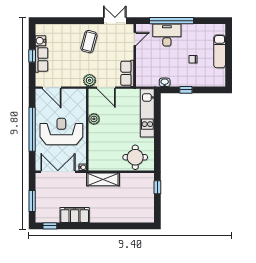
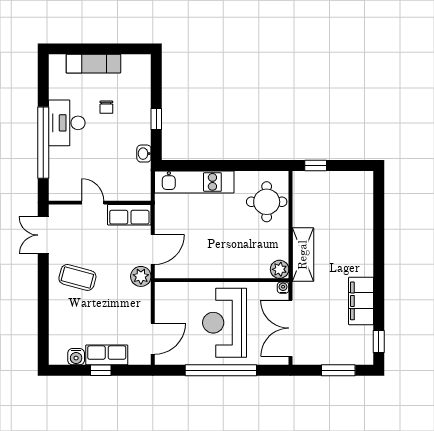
desk: (167, 35) -> (67, 123), moved
door: (135, 39) -> (93, 203), moved
plant: (94, 119) -> (280, 269), moved

